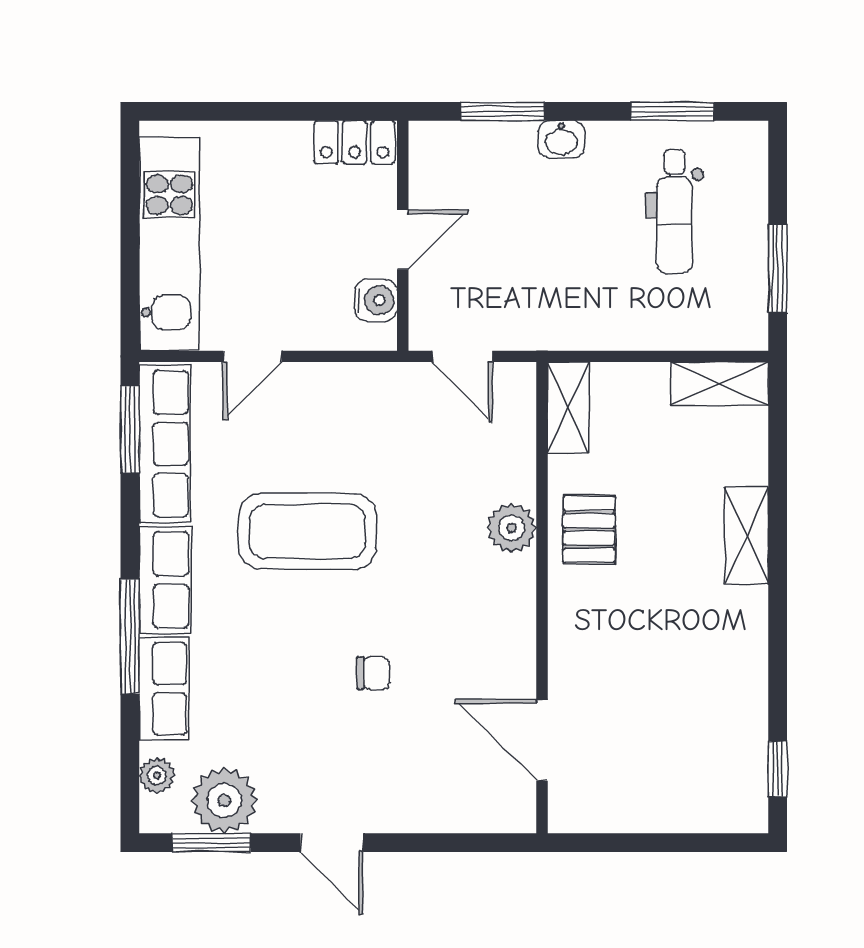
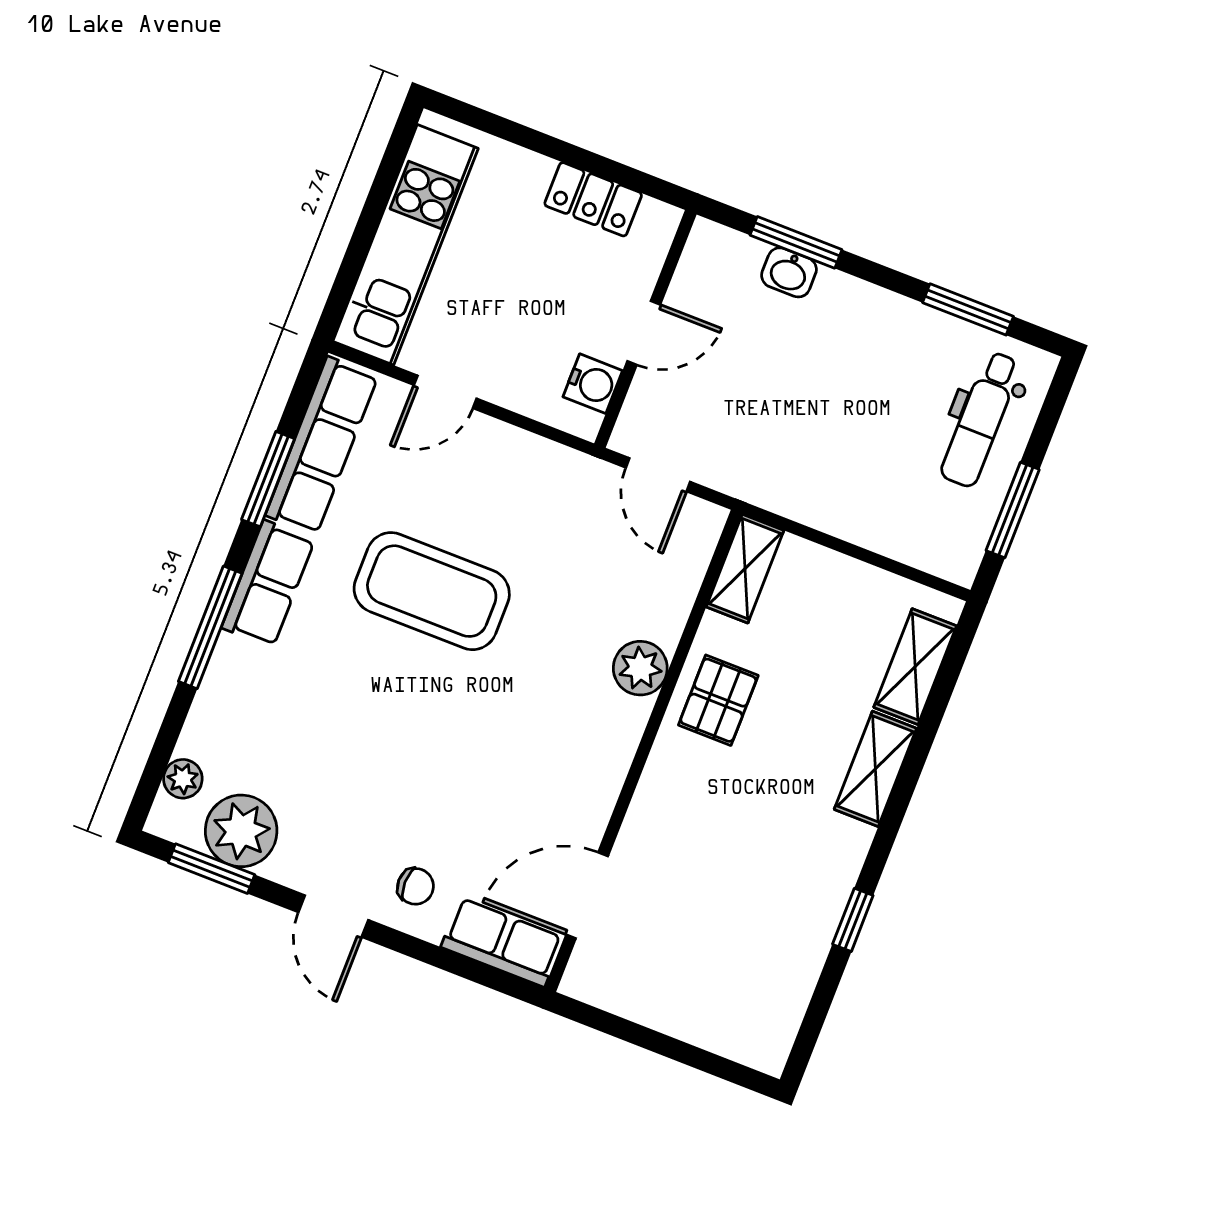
washbasin: (561, 139) -> (789, 272), moved
locker: (355, 142) -> (593, 199), moved
dental chair: (675, 212) -> (981, 419), moved
shelving: (720, 384) -> (915, 667), moved, turned 90
window: (130, 429) -> (268, 479), moved
chair: (373, 673) -> (415, 886), moved
row of seats: (164, 689) -> (502, 942), moved, turned -90
door: (542, 740) -> (587, 895), hinge flipped
window: (778, 769) -> (853, 920), moved

